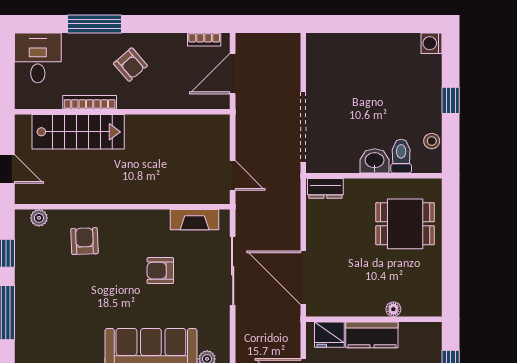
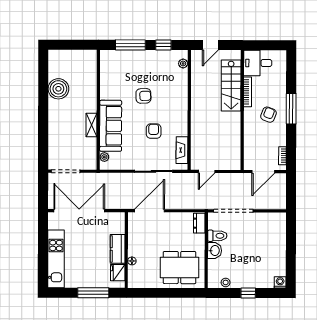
window: (95, 24) -> (291, 109), moved
desk: (38, 58) -> (258, 63), moved, turned 180
armchair: (130, 65) -> (268, 115), turned 152
door: (233, 74) -> (263, 172), swing flipped
toilet: (401, 156) -> (217, 236), moved
dining table: (405, 224) -> (179, 268), width x1.38
armchair: (85, 241) -> (143, 96), moved
fridge: (329, 335) -> (118, 273), moved

